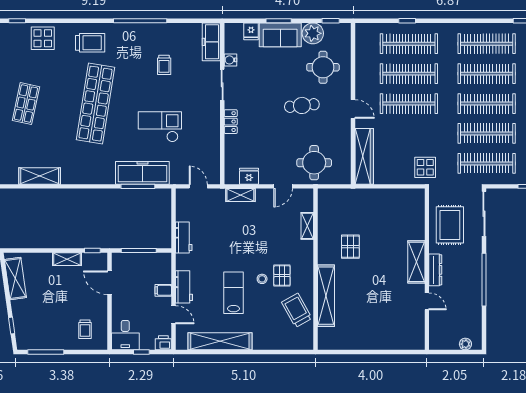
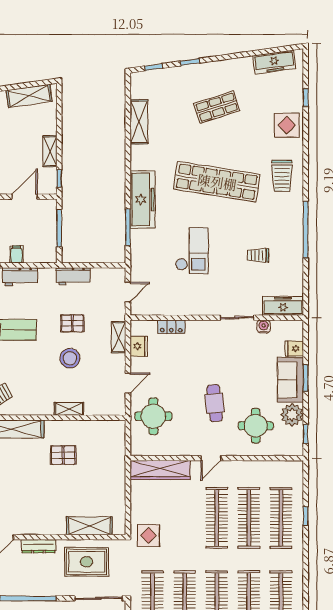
shop shelf: (26, 104) -> (217, 107), turned -30
locker: (231, 122) -> (171, 327), moved
freezer: (142, 173) -> (142, 199), moved
door: (283, 186) -> (128, 383), swing flipped
shelving: (307, 226) -> (69, 409), moved
shelving: (416, 262) -> (89, 526), moved
pallet: (282, 276) -> (72, 323), moved
stool: (262, 279) -> (70, 358), moved, width x1.89, depth x1.89

